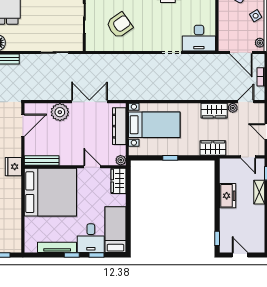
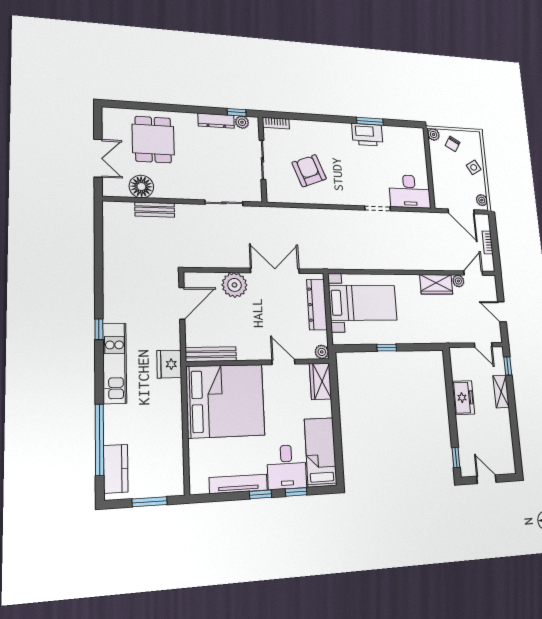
armchair: (119, 25) -> (309, 171), turned -76
wardrobe: (213, 148) -> (439, 334), removed

